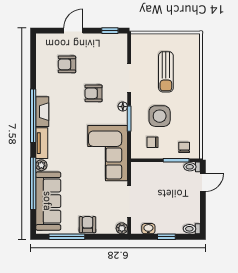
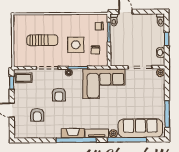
coffee table: (116, 47) -> (24, 78), added
armchair: (87, 225) -> (158, 98), removed

